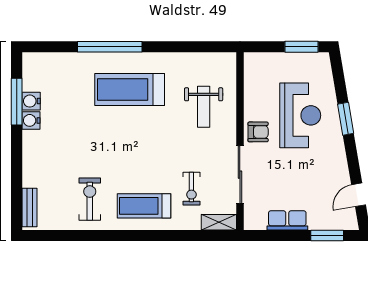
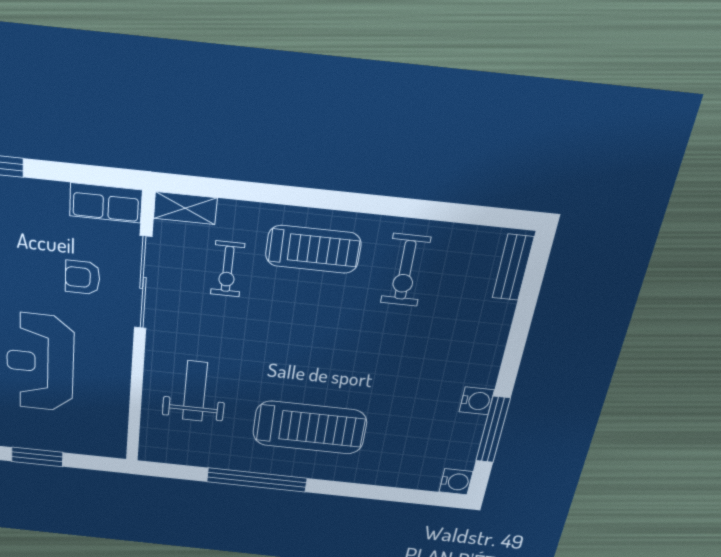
window: (110, 47) -> (257, 480), moved
water cooler: (31, 101) -> (456, 482), moved
armchair: (258, 132) -> (82, 277), moved
exercise bike: (191, 189) -> (228, 269), turned 180
row of seats: (287, 220) -> (106, 203), moved

